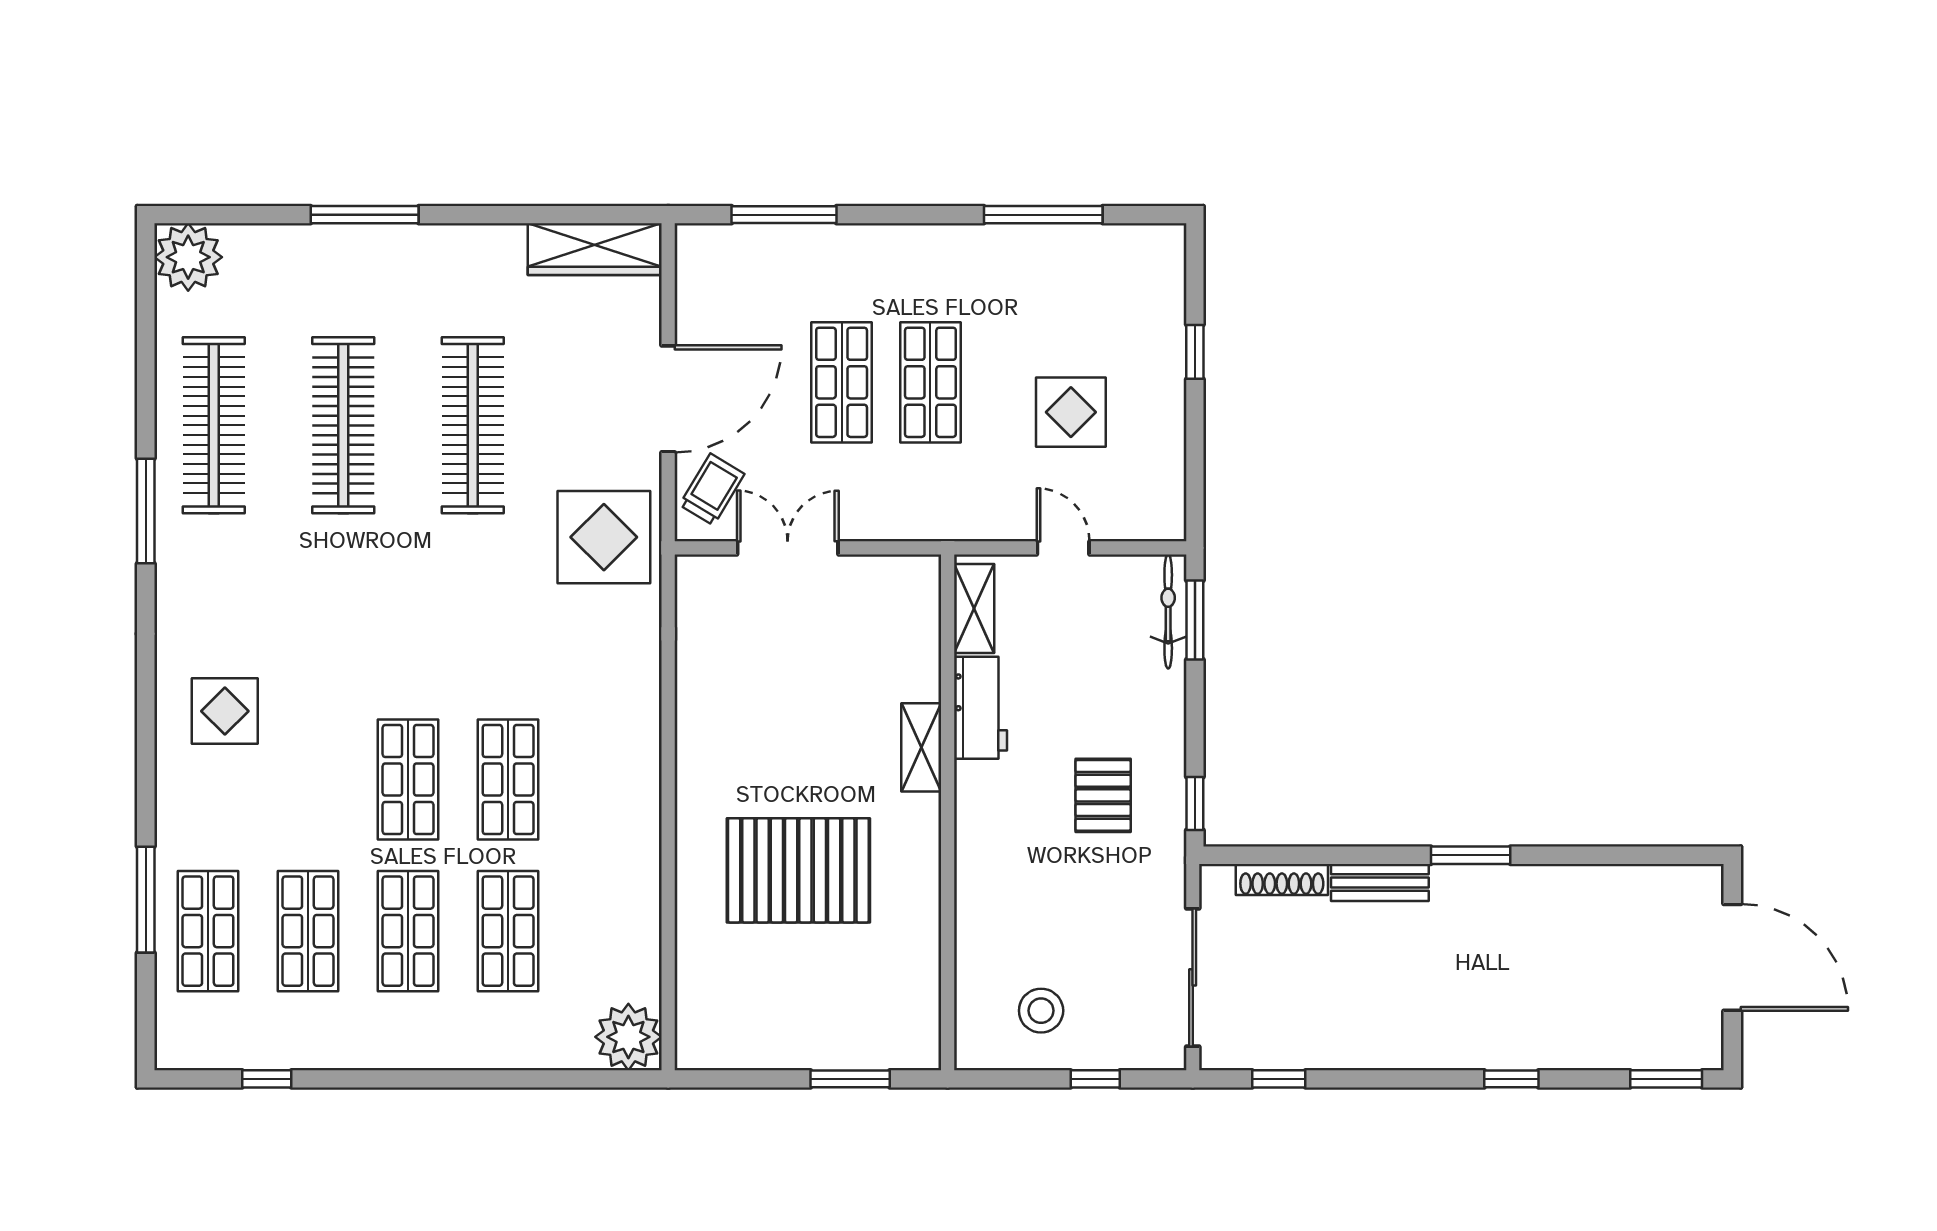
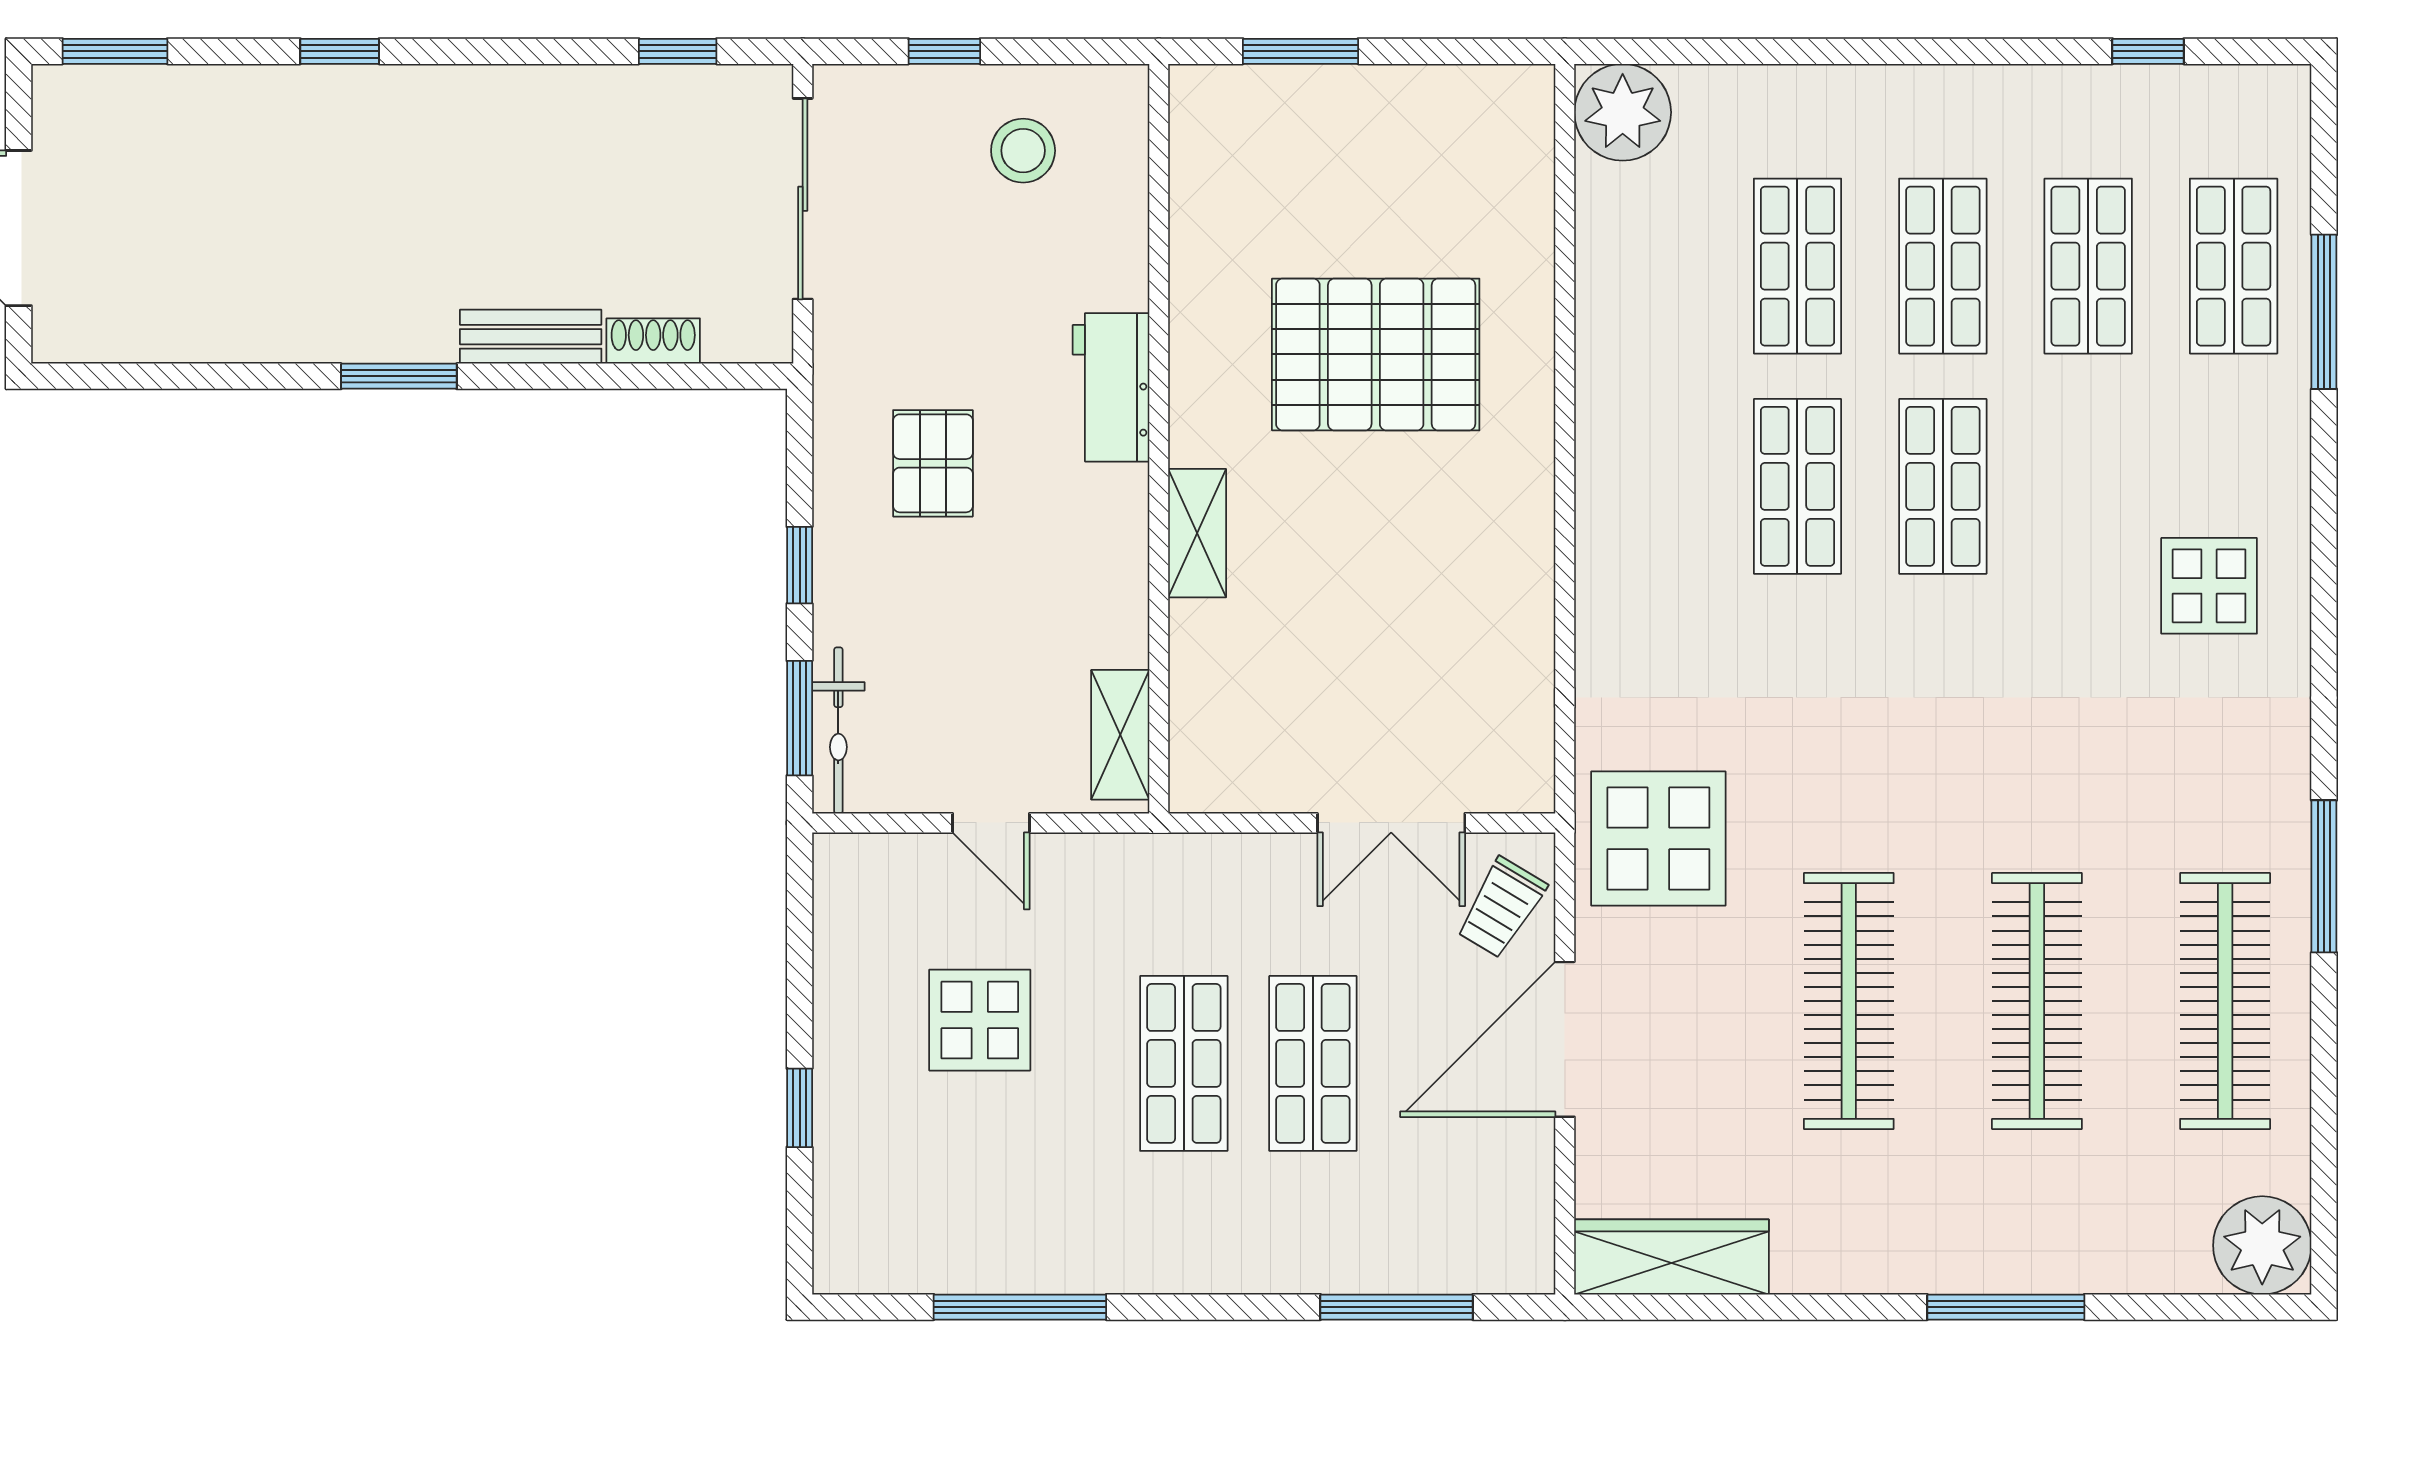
workbench: (980, 708) -> (1111, 387), moved
window: (1195, 804) -> (800, 565), moved
shoe rack: (1282, 880) -> (653, 341), width x0.70

